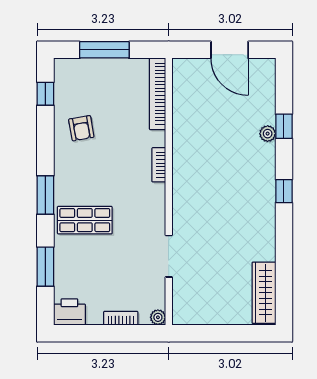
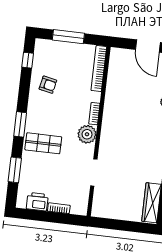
armchair: (81, 128) -> (48, 85), turned -68
printer: (69, 312) -> (37, 202), moved
plant: (158, 317) -> (87, 134), moved, width x1.87, depth x1.87

